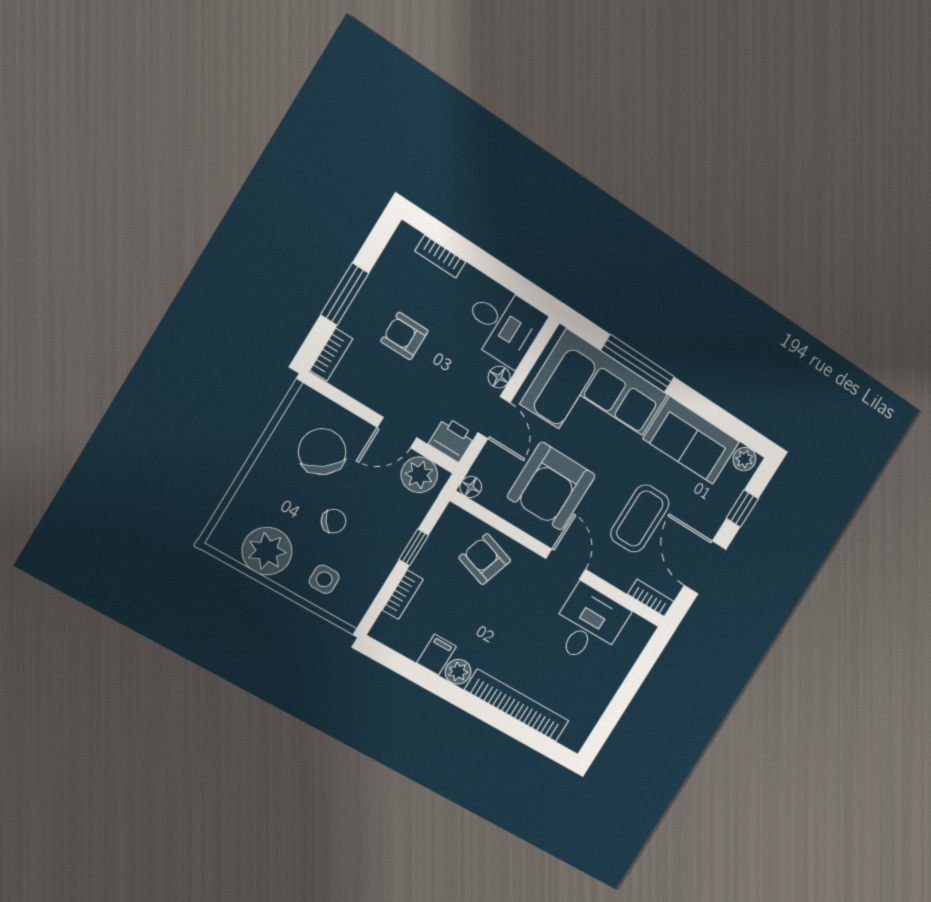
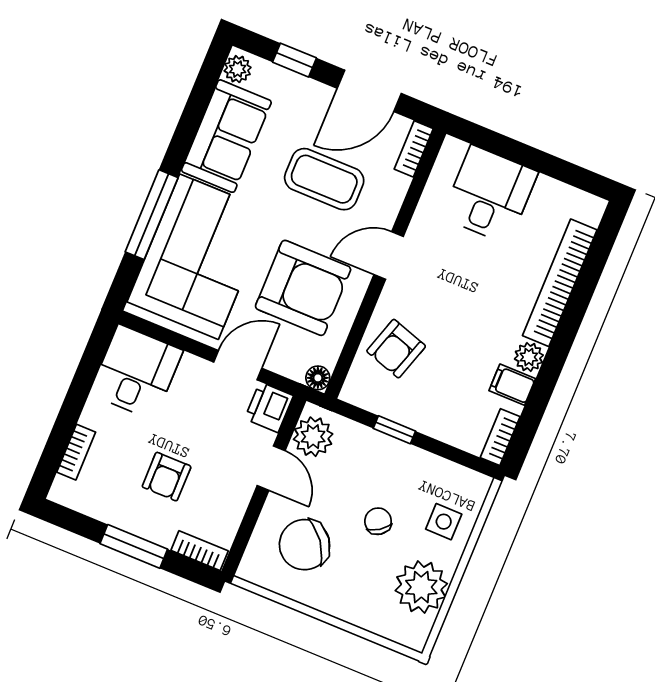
floor lamp: (499, 377) -> (193, 367), removed
bookcase: (403, 595) -> (500, 437), moved, turned -90
desk: (588, 625) -> (490, 195), moved, turned 90

